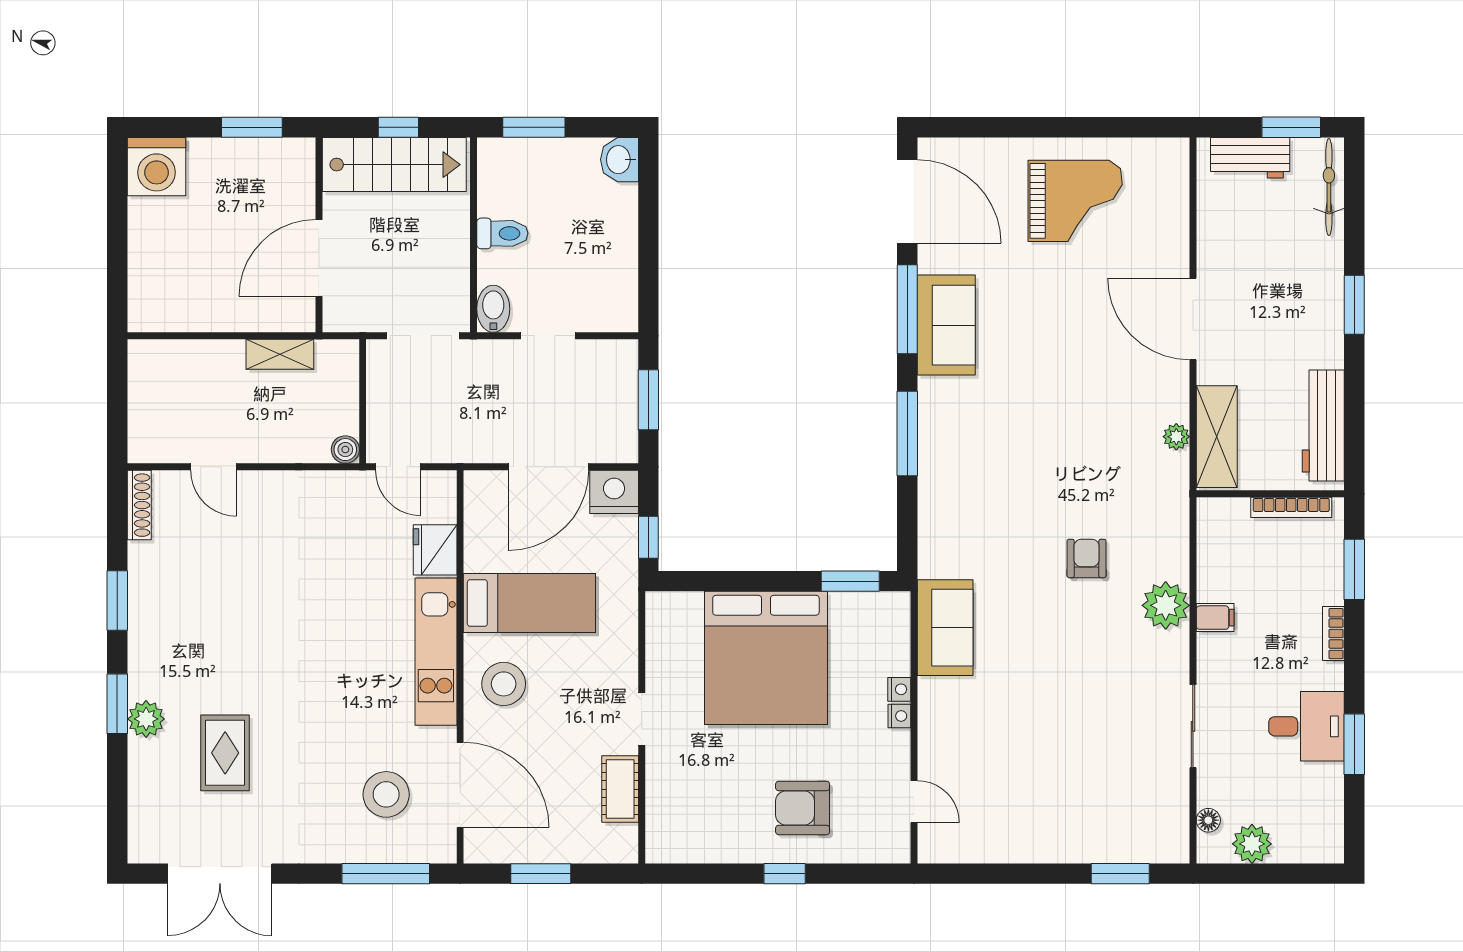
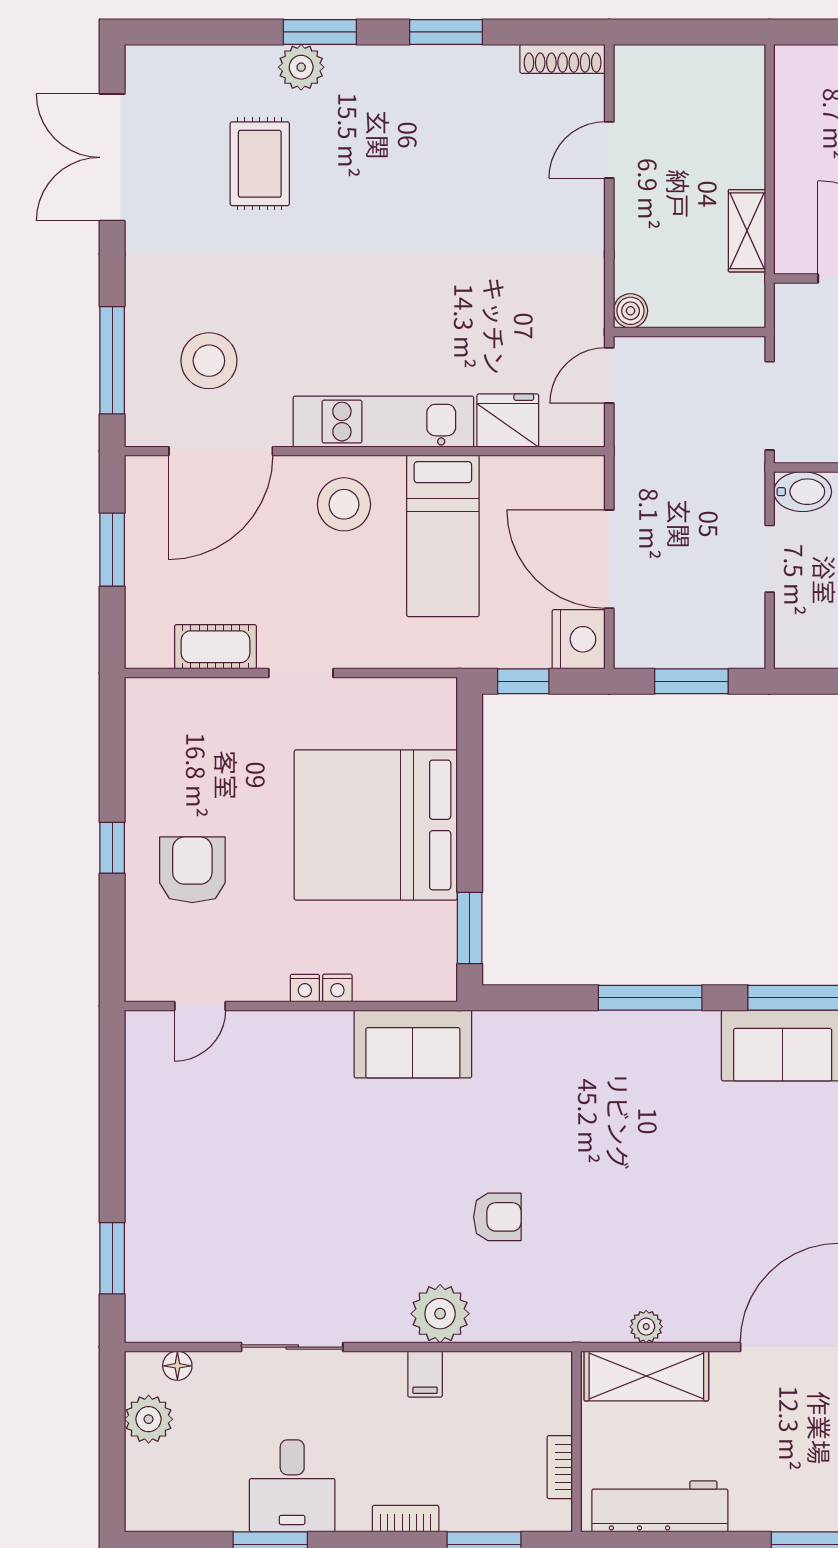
bookcase: (1291, 507) -> (560, 1467), width x0.64
rug: (225, 753) -> (260, 164), turned 90

